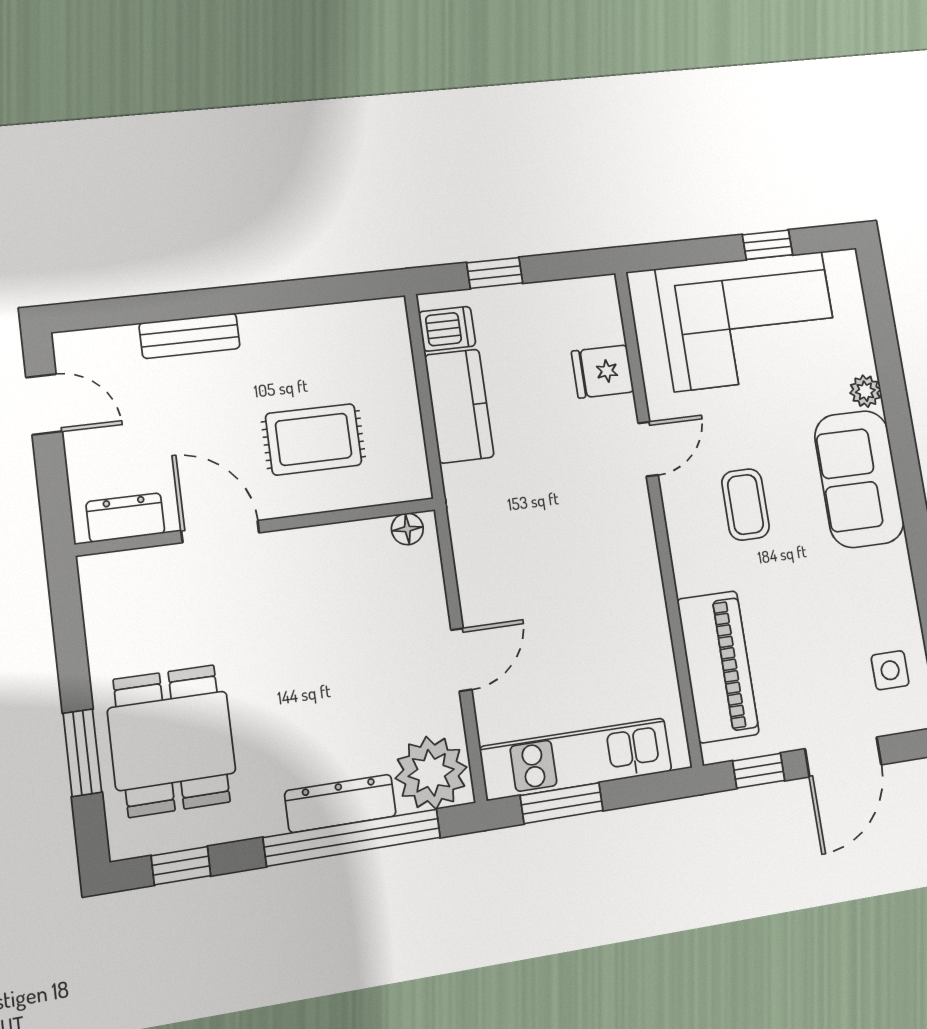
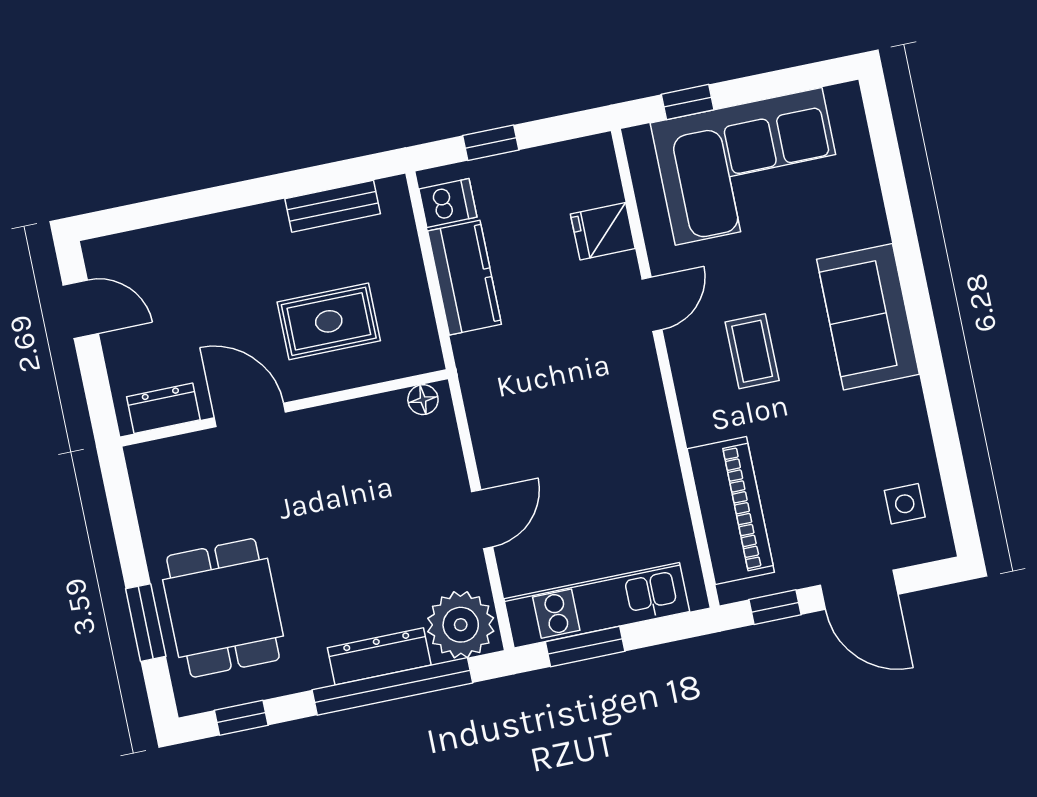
window: (767, 245) -> (688, 102), moved
bench: (190, 336) -> (333, 206), moved
plant: (865, 391) -> (872, 227), removed
door: (843, 757) -> (859, 590), hinge flipped

